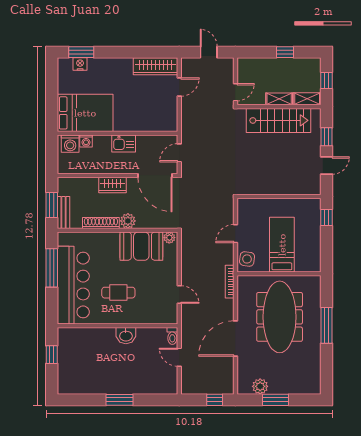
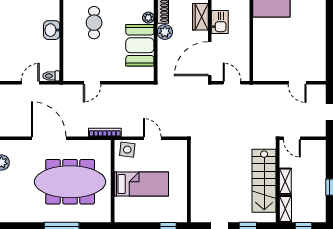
wardrobe: (156, 66) -> (317, 59), removed
kitchen sink: (124, 144) -> (220, 22), moved, turned 180
plant: (169, 238) -> (148, 18), moved

